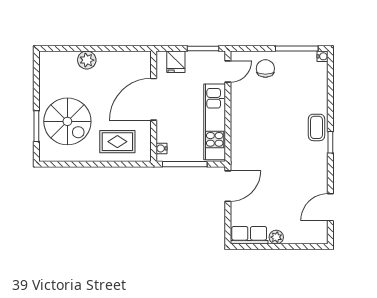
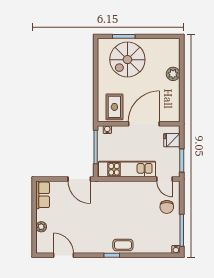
chair: (265, 69) -> (167, 207), turned 90
door: (154, 99) -> (144, 124), hinge flipped
rug: (117, 142) -> (114, 107), moved
plant: (276, 237) -> (41, 227), moved

